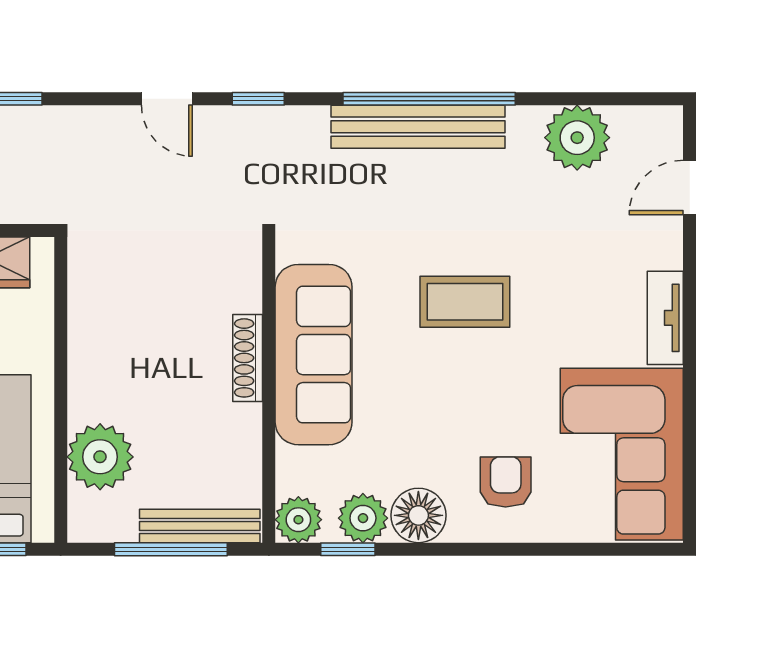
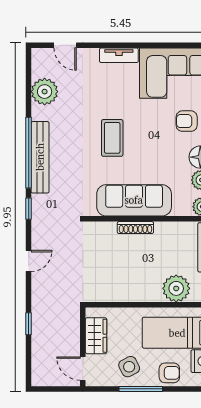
window: (258, 99) -> (29, 209), moved

